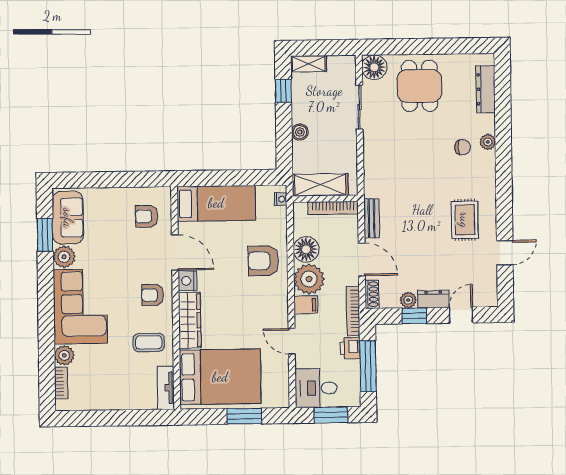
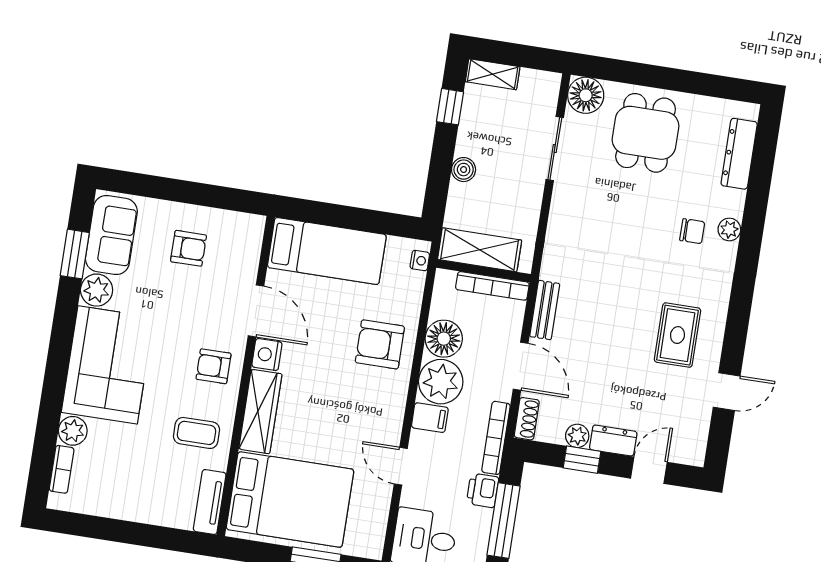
armchair: (147, 216) -> (188, 248), moved, turned 180

